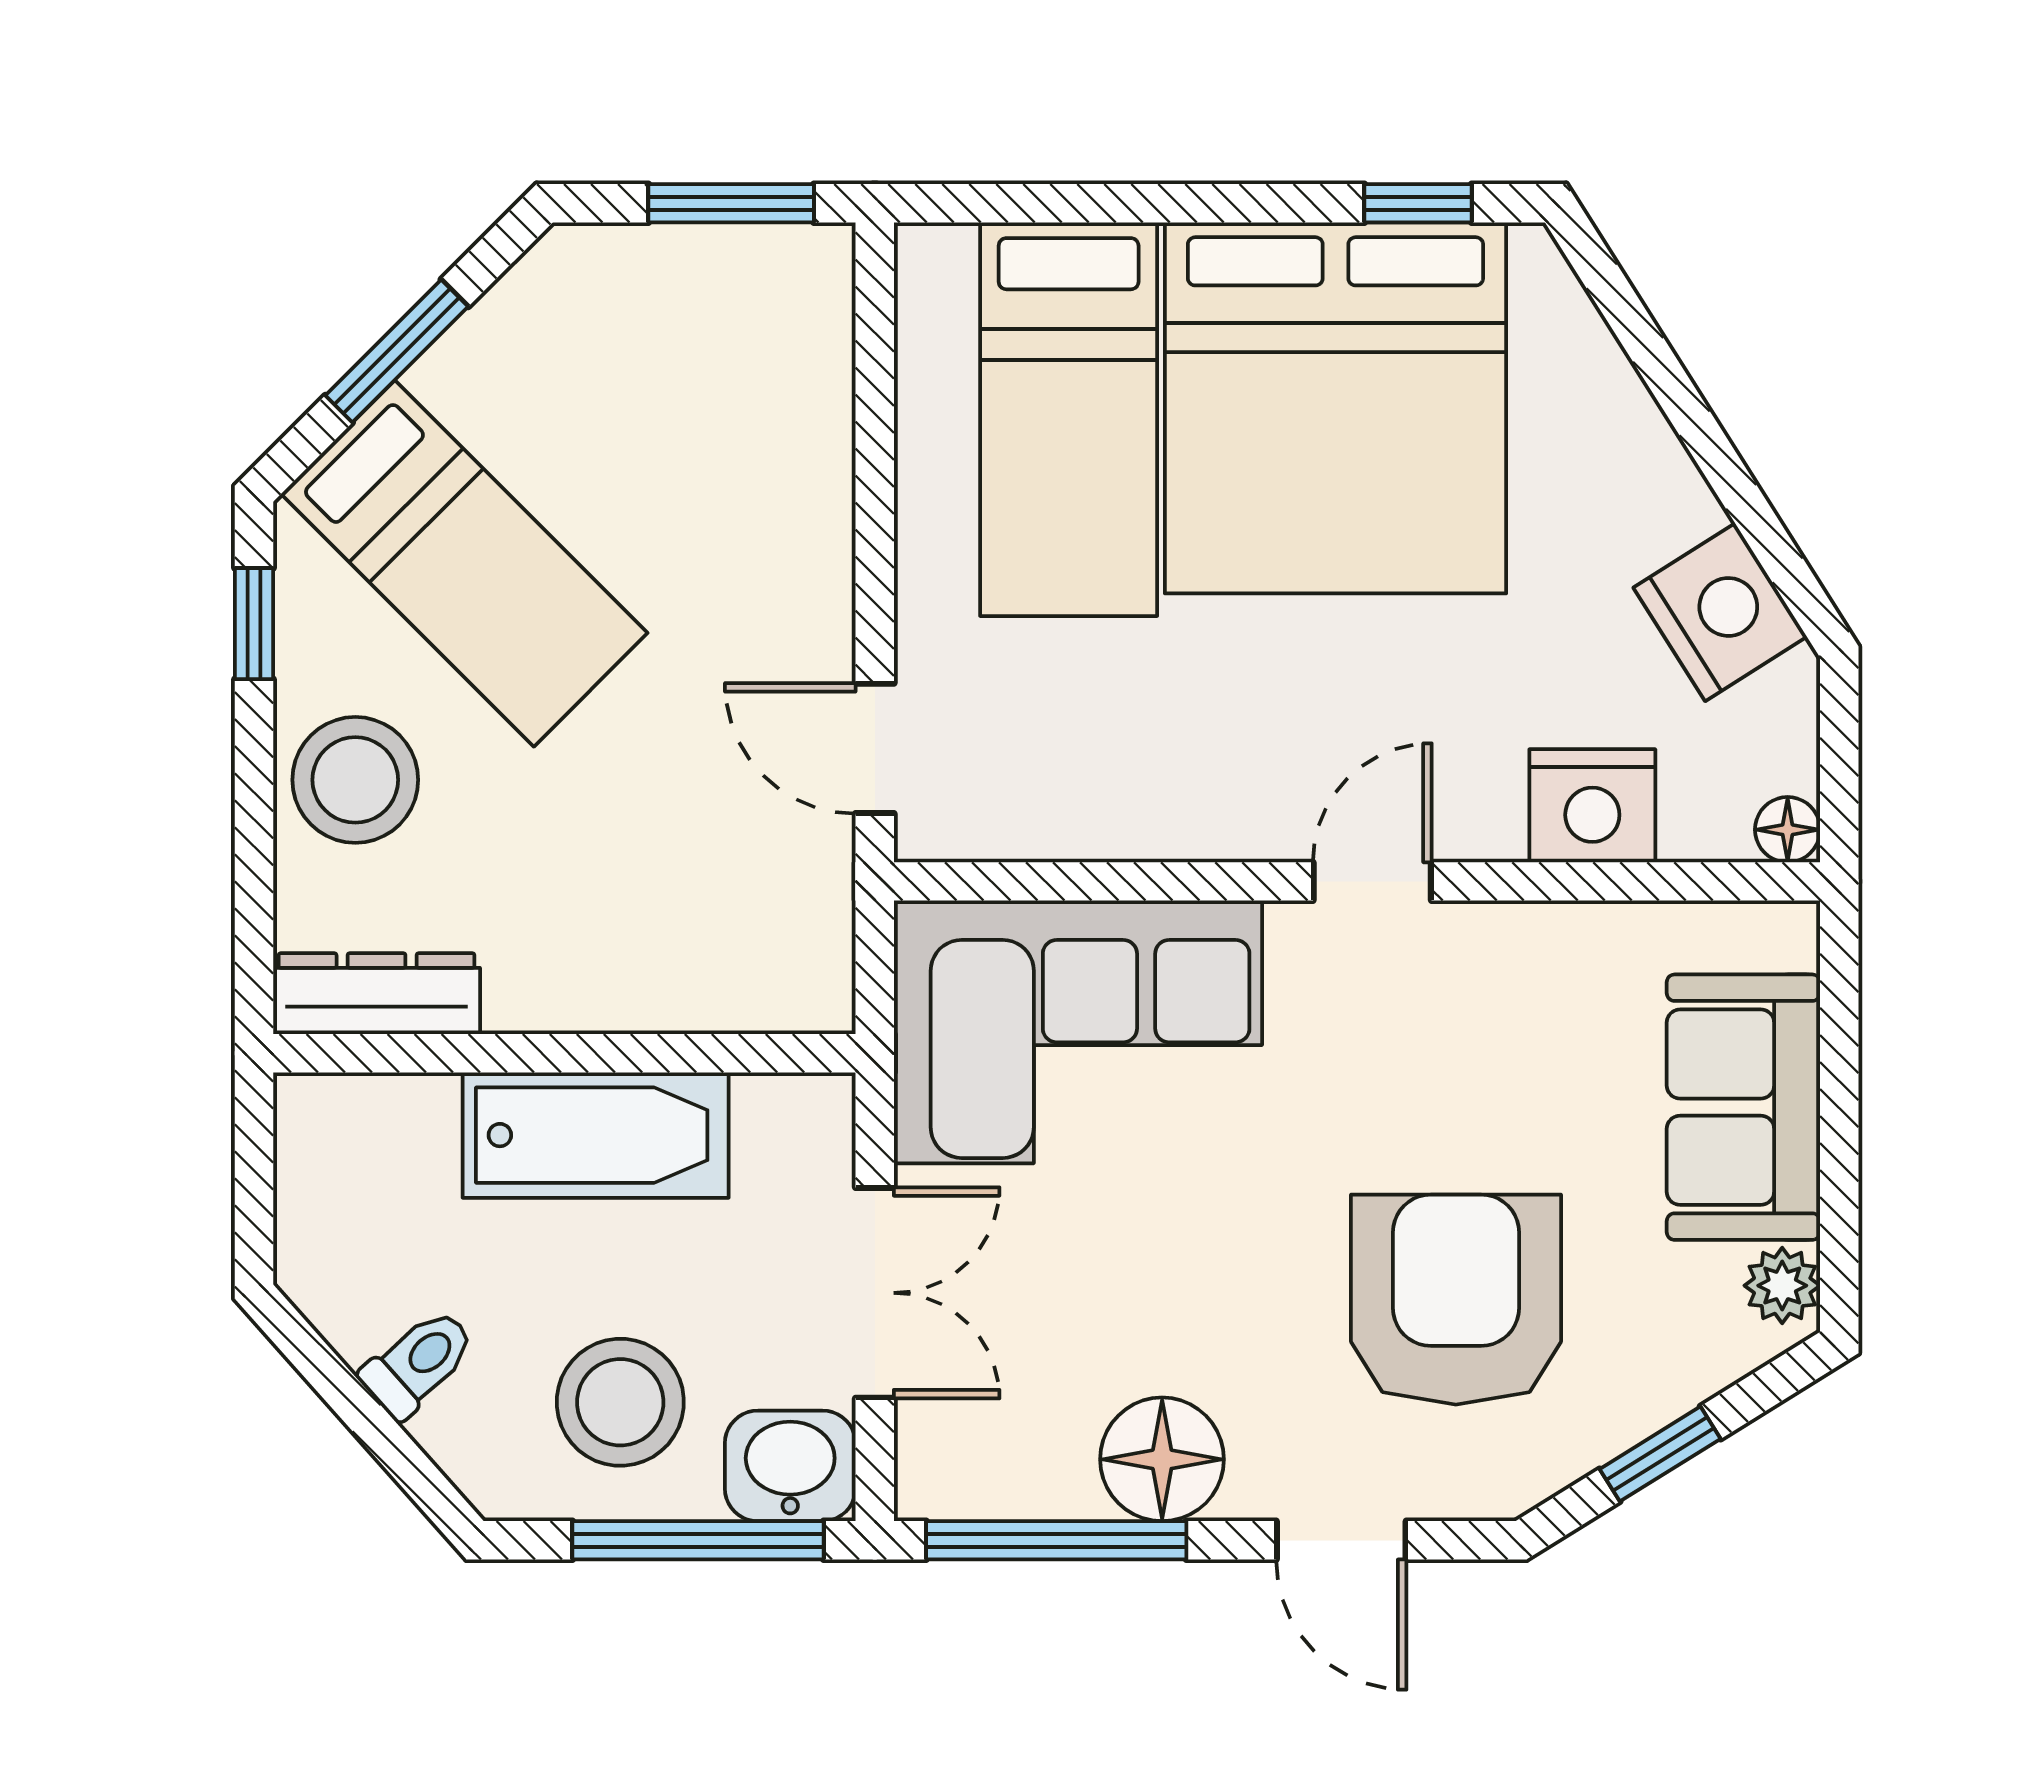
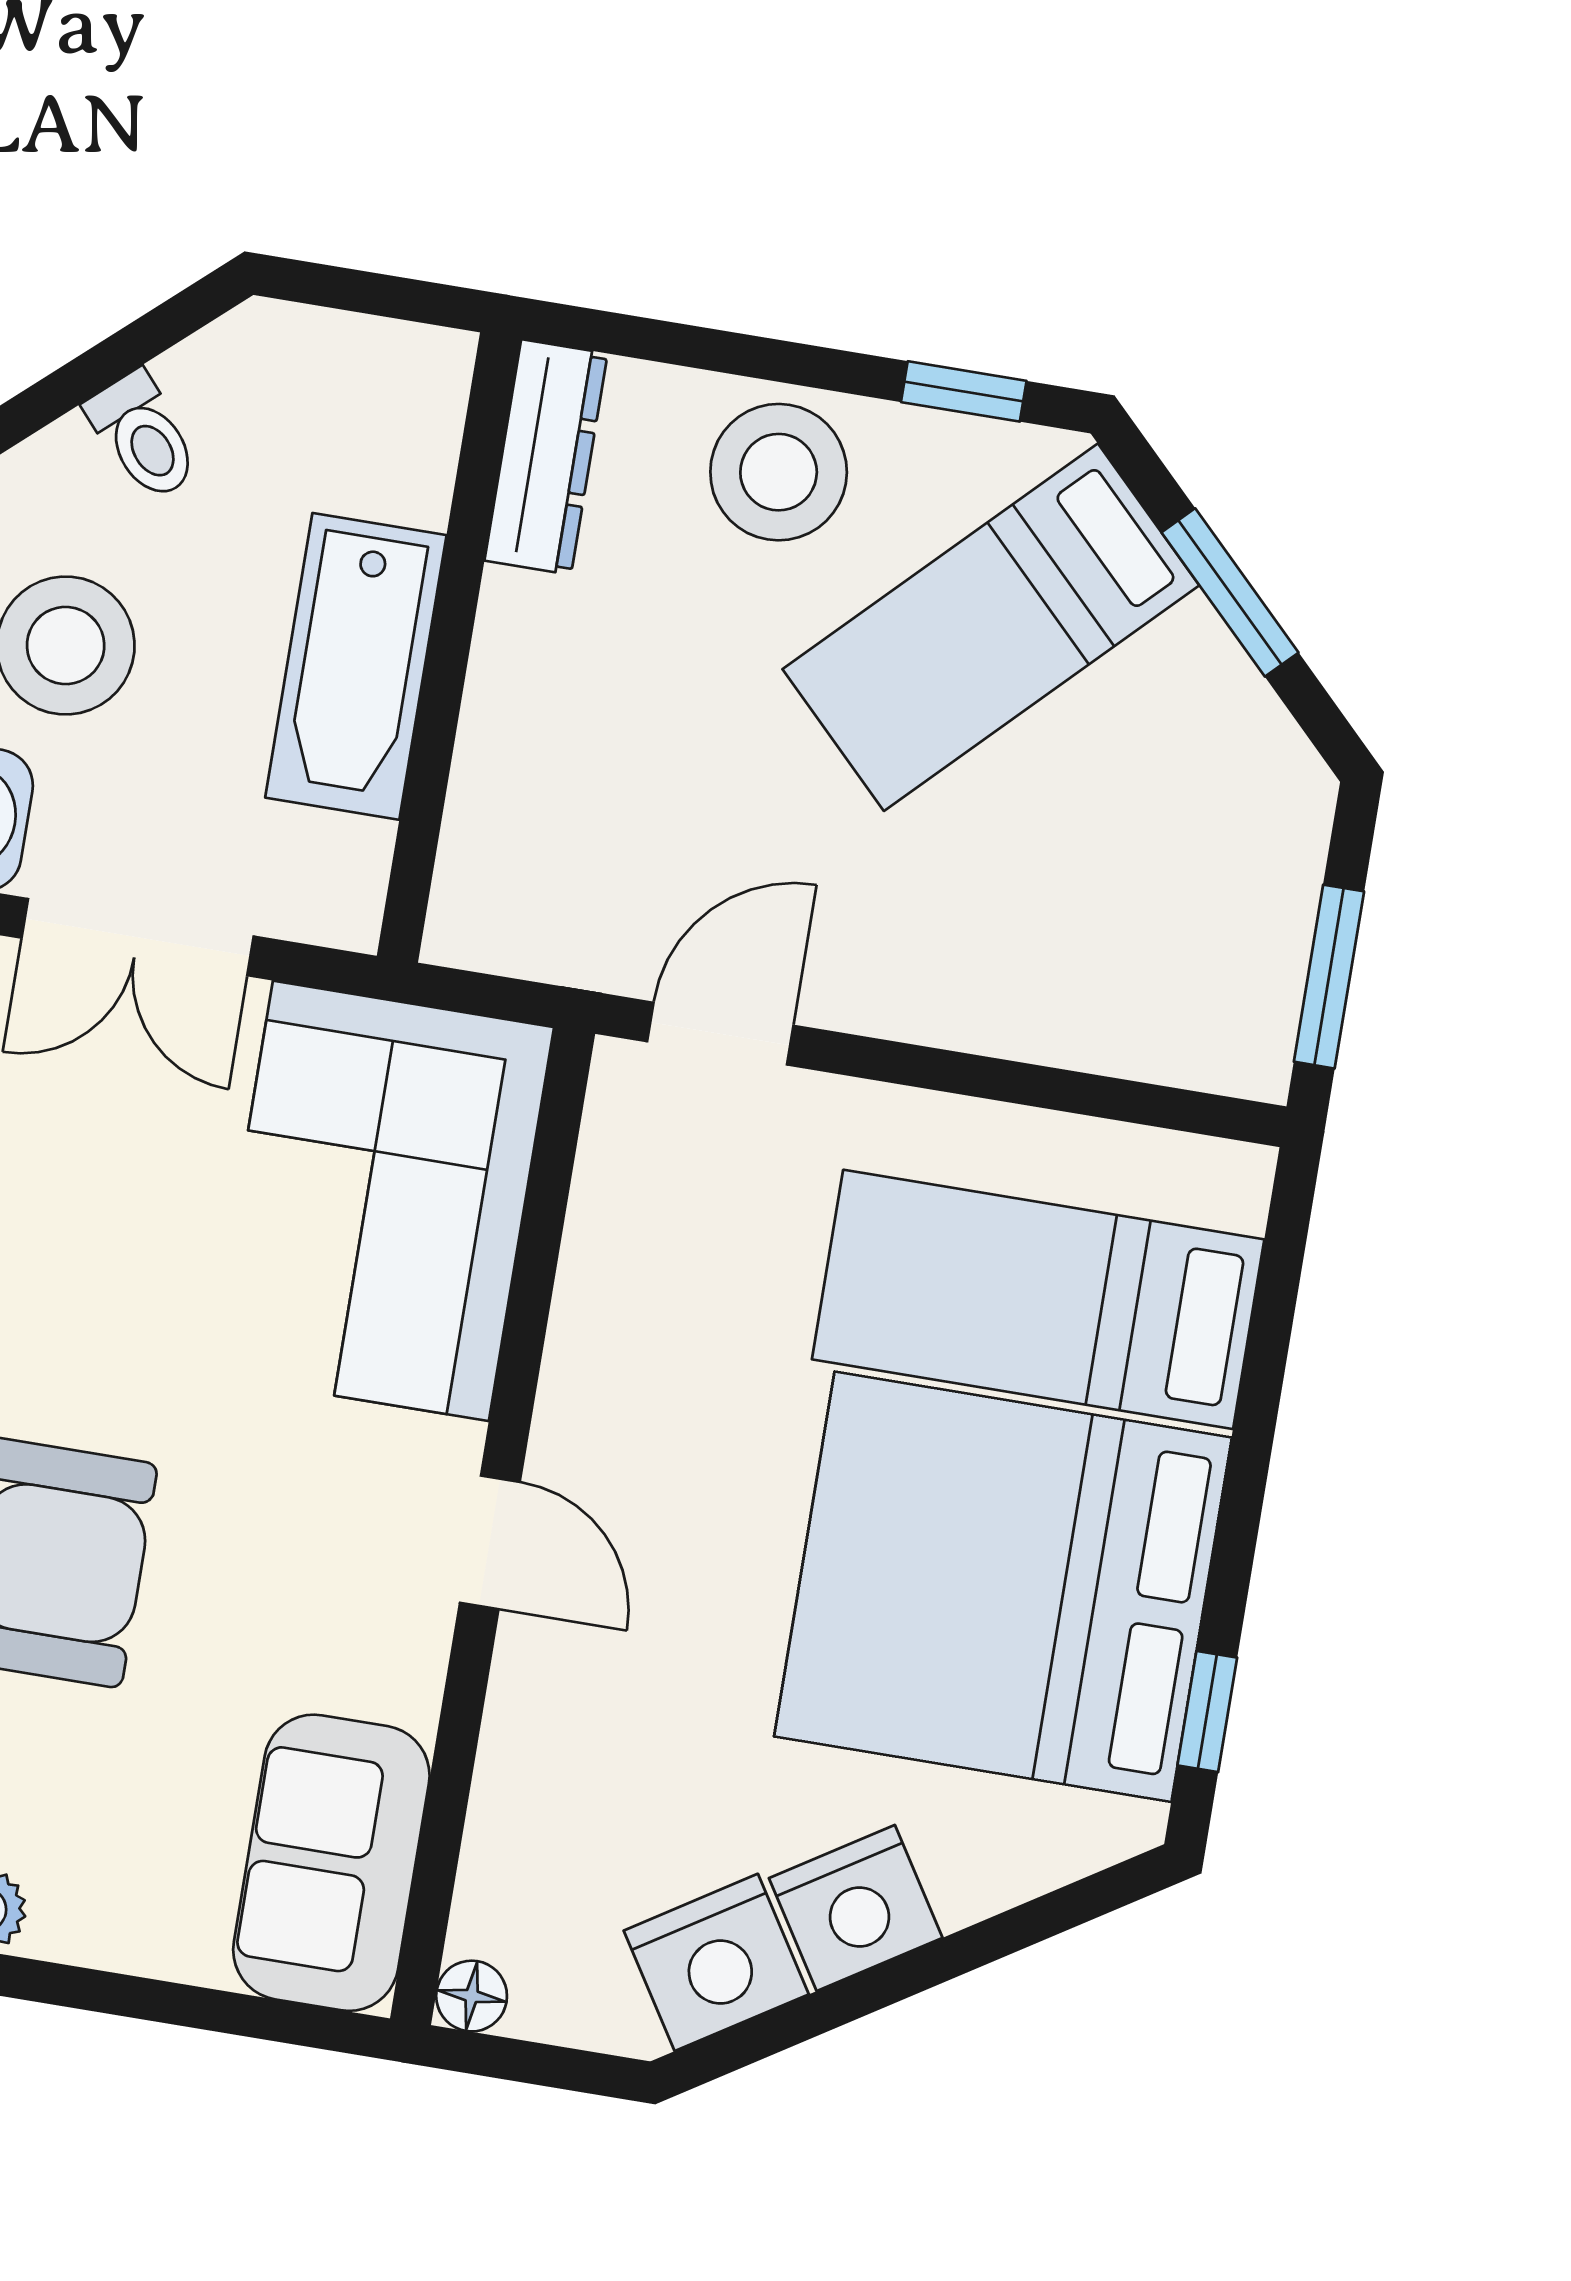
nightstand: (1592, 806) -> (856, 1908), moved, turned -122
sofa: (1743, 1107) -> (331, 1863), moved, turned -90

